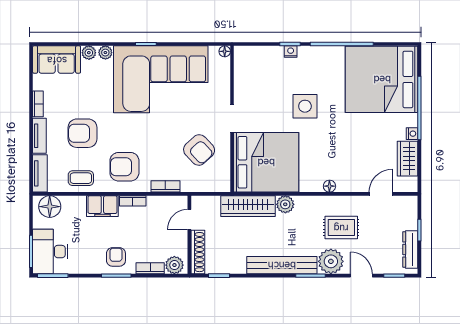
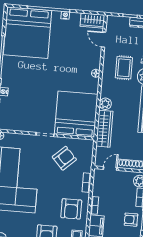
side table: (305, 106) -> (41, 85), removed
wardrobe: (407, 159) -> (92, 21), moved
door: (189, 220) -> (110, 169), swing flipped

